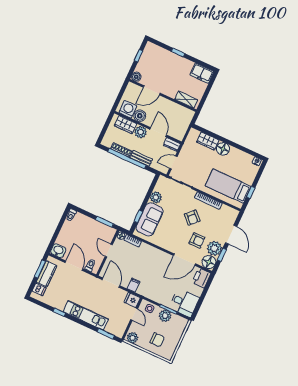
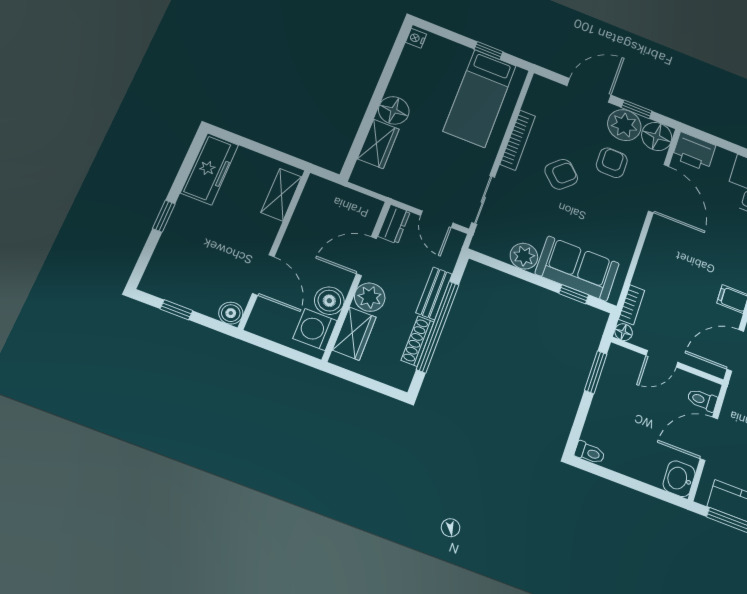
freezer: (202, 73) -> (210, 169), width x1.40

